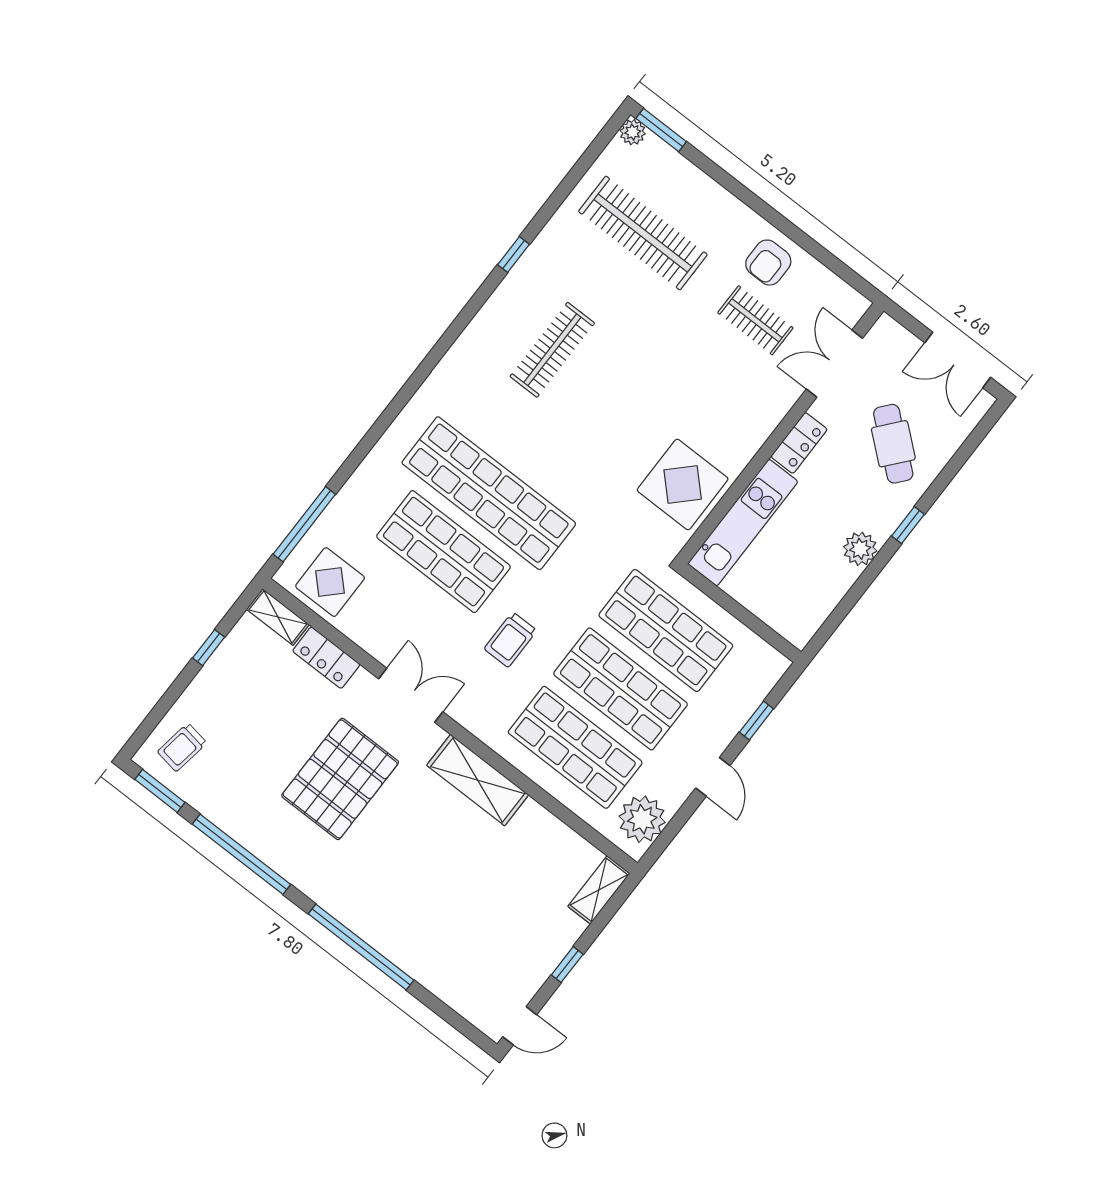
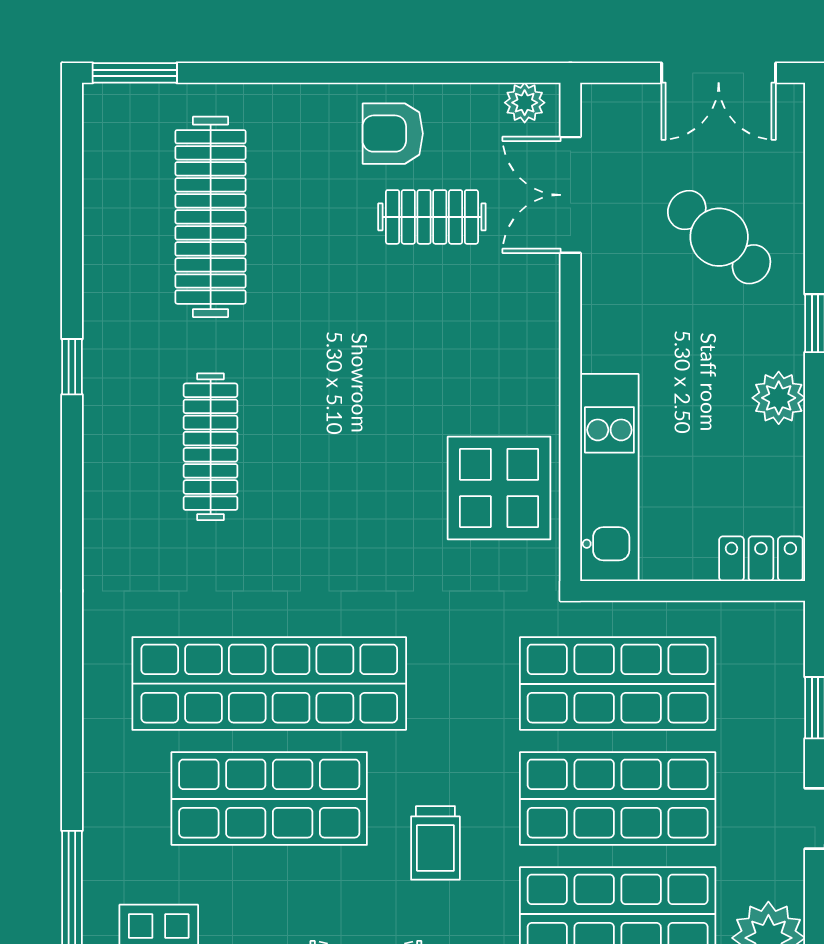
plant: (633, 132) -> (525, 103), moved
clothes rail: (643, 233) -> (211, 217), turned 90
armchair: (768, 263) -> (393, 134), turned 90
locker: (799, 443) -> (761, 559), moved, turned -90

